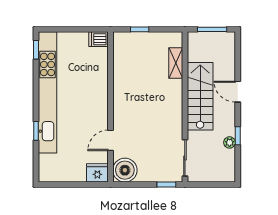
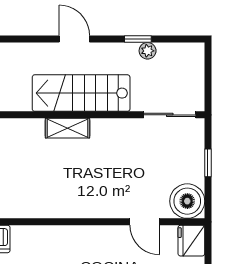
shelving: (176, 63) -> (67, 128), moved
door: (238, 92) -> (74, 39), swing flipped
window: (166, 185) -> (208, 163), moved

